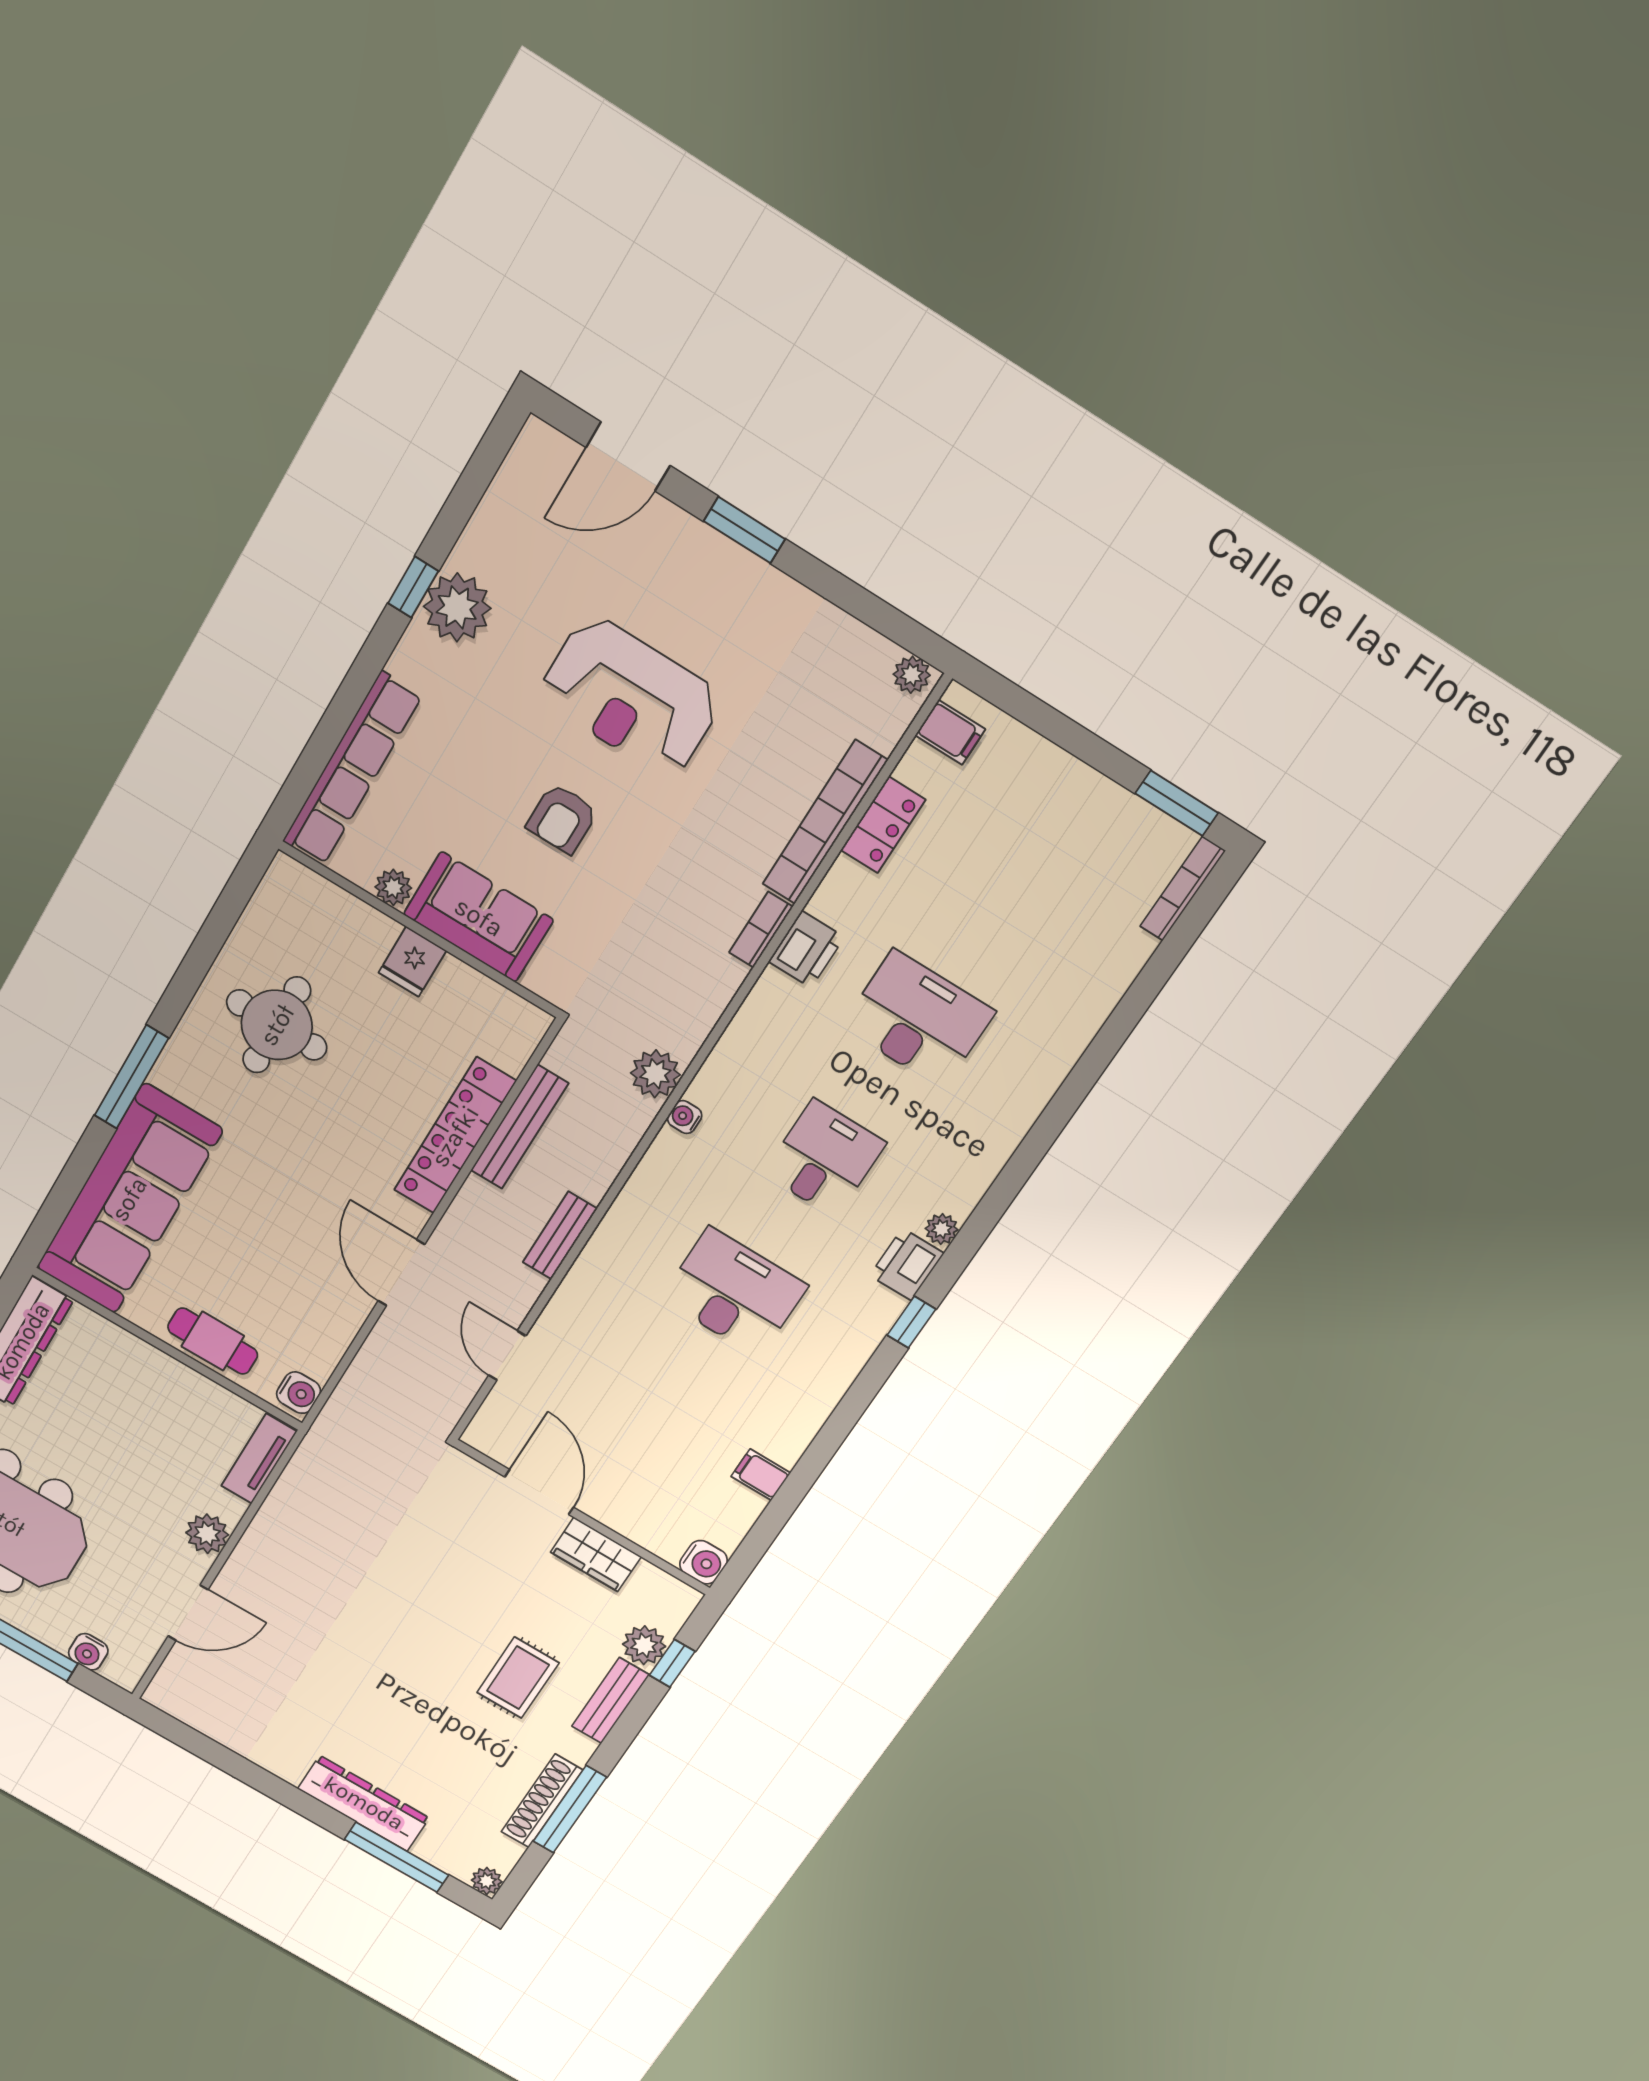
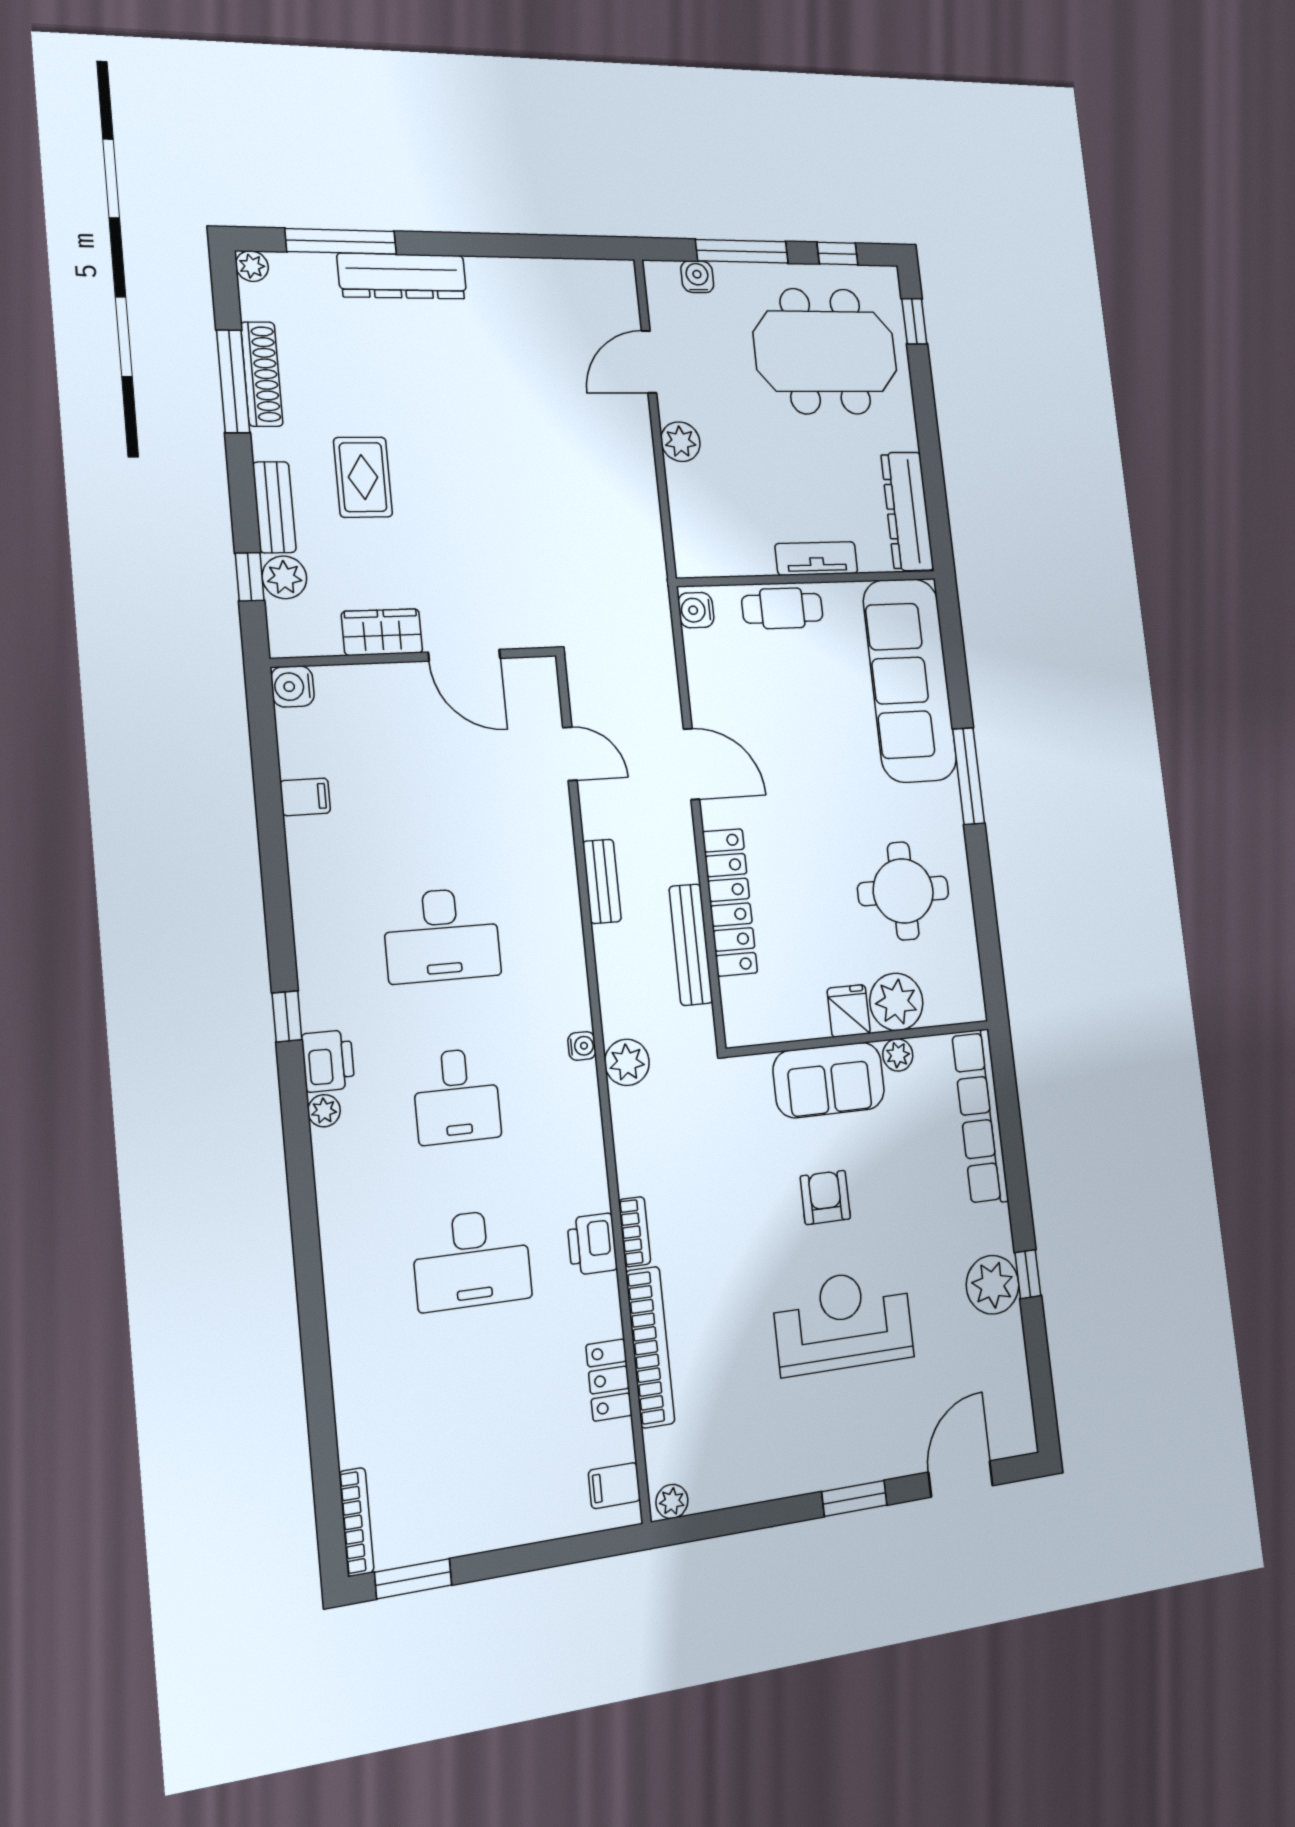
plant: (359, 934) -> (896, 1002), added
tv unit: (259, 1459) -> (816, 558), moved, turned -90

